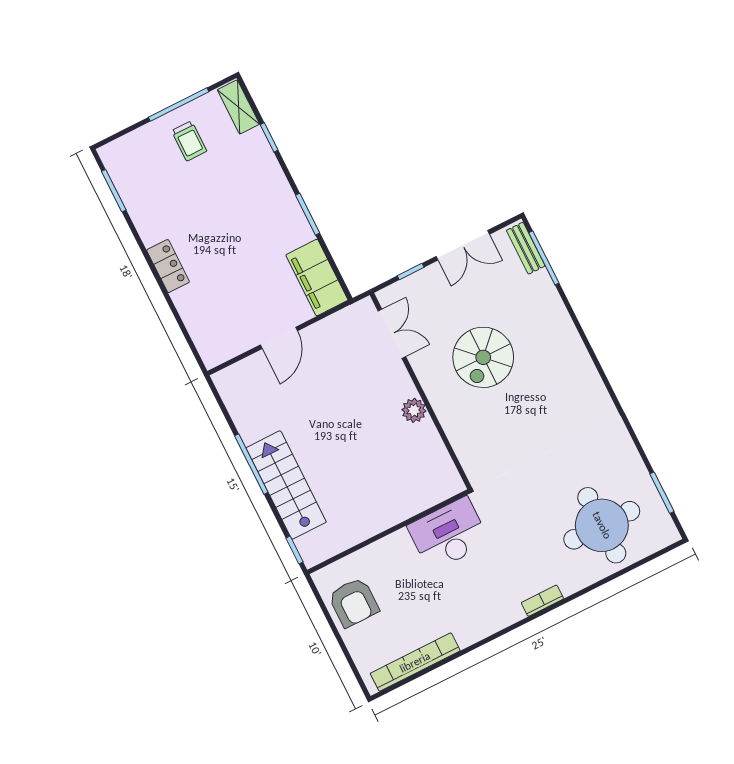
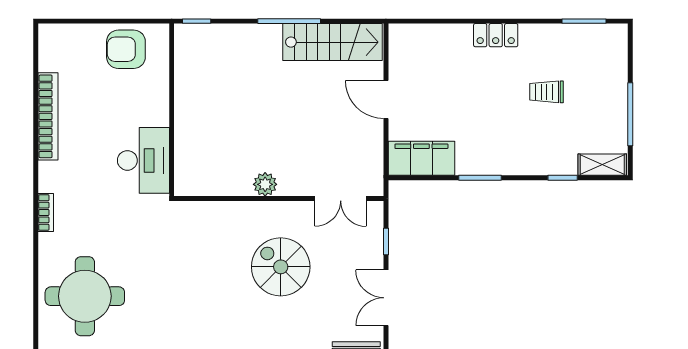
trolley: (189, 141) -> (546, 92), moved
stairs: (286, 485) -> (333, 42), moved
bookcase: (415, 662) -> (48, 116), moved

